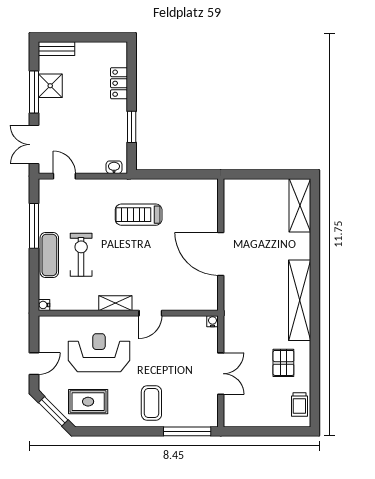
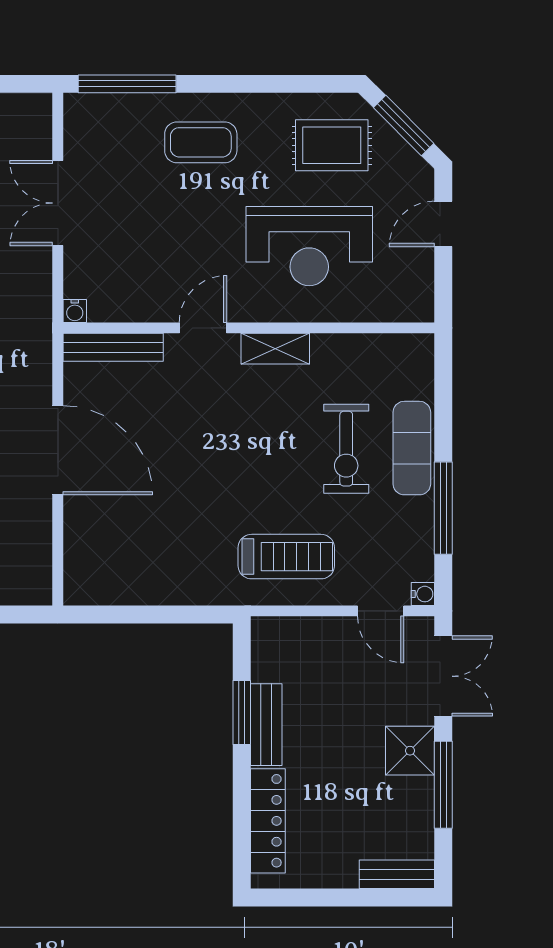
locker: (119, 83) -> (268, 821), width x1.53
shower: (50, 86) -> (410, 751), moved
bench: (120, 121) -> (266, 725), added
washbasin: (114, 167) -> (278, 629), removed
treadmill: (139, 215) -> (286, 557), moved
bench: (194, 304) -> (113, 347), added
water cooler: (44, 305) -> (423, 594), moved
coffee table: (151, 403) -> (201, 142), turned 90

